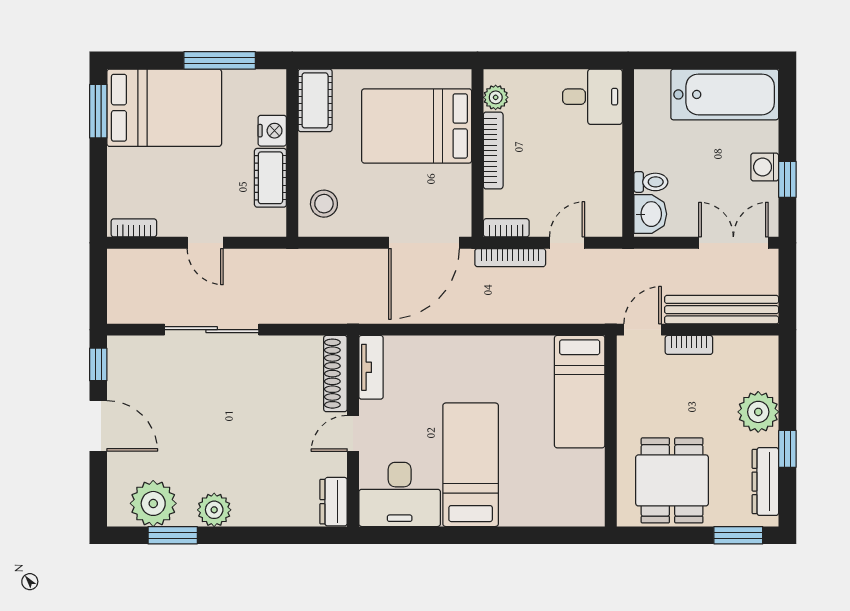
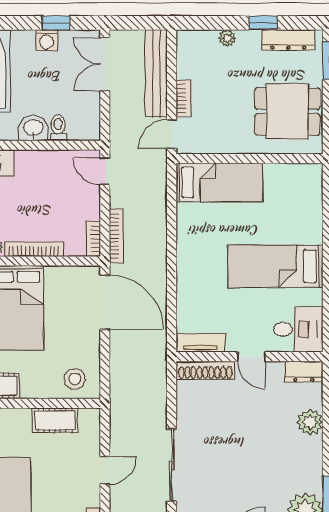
nightstand: (272, 131) -> (19, 419), removed
washbasin: (650, 214) -> (33, 128), moved
door: (567, 243) -> (105, 171), moved
door: (643, 330) -> (172, 134), hinge flipped
plant: (758, 412) -> (227, 38), width x0.53, depth x0.53
desk: (400, 494) -> (298, 329), width x0.73
plant: (214, 510) -> (310, 422), moved

